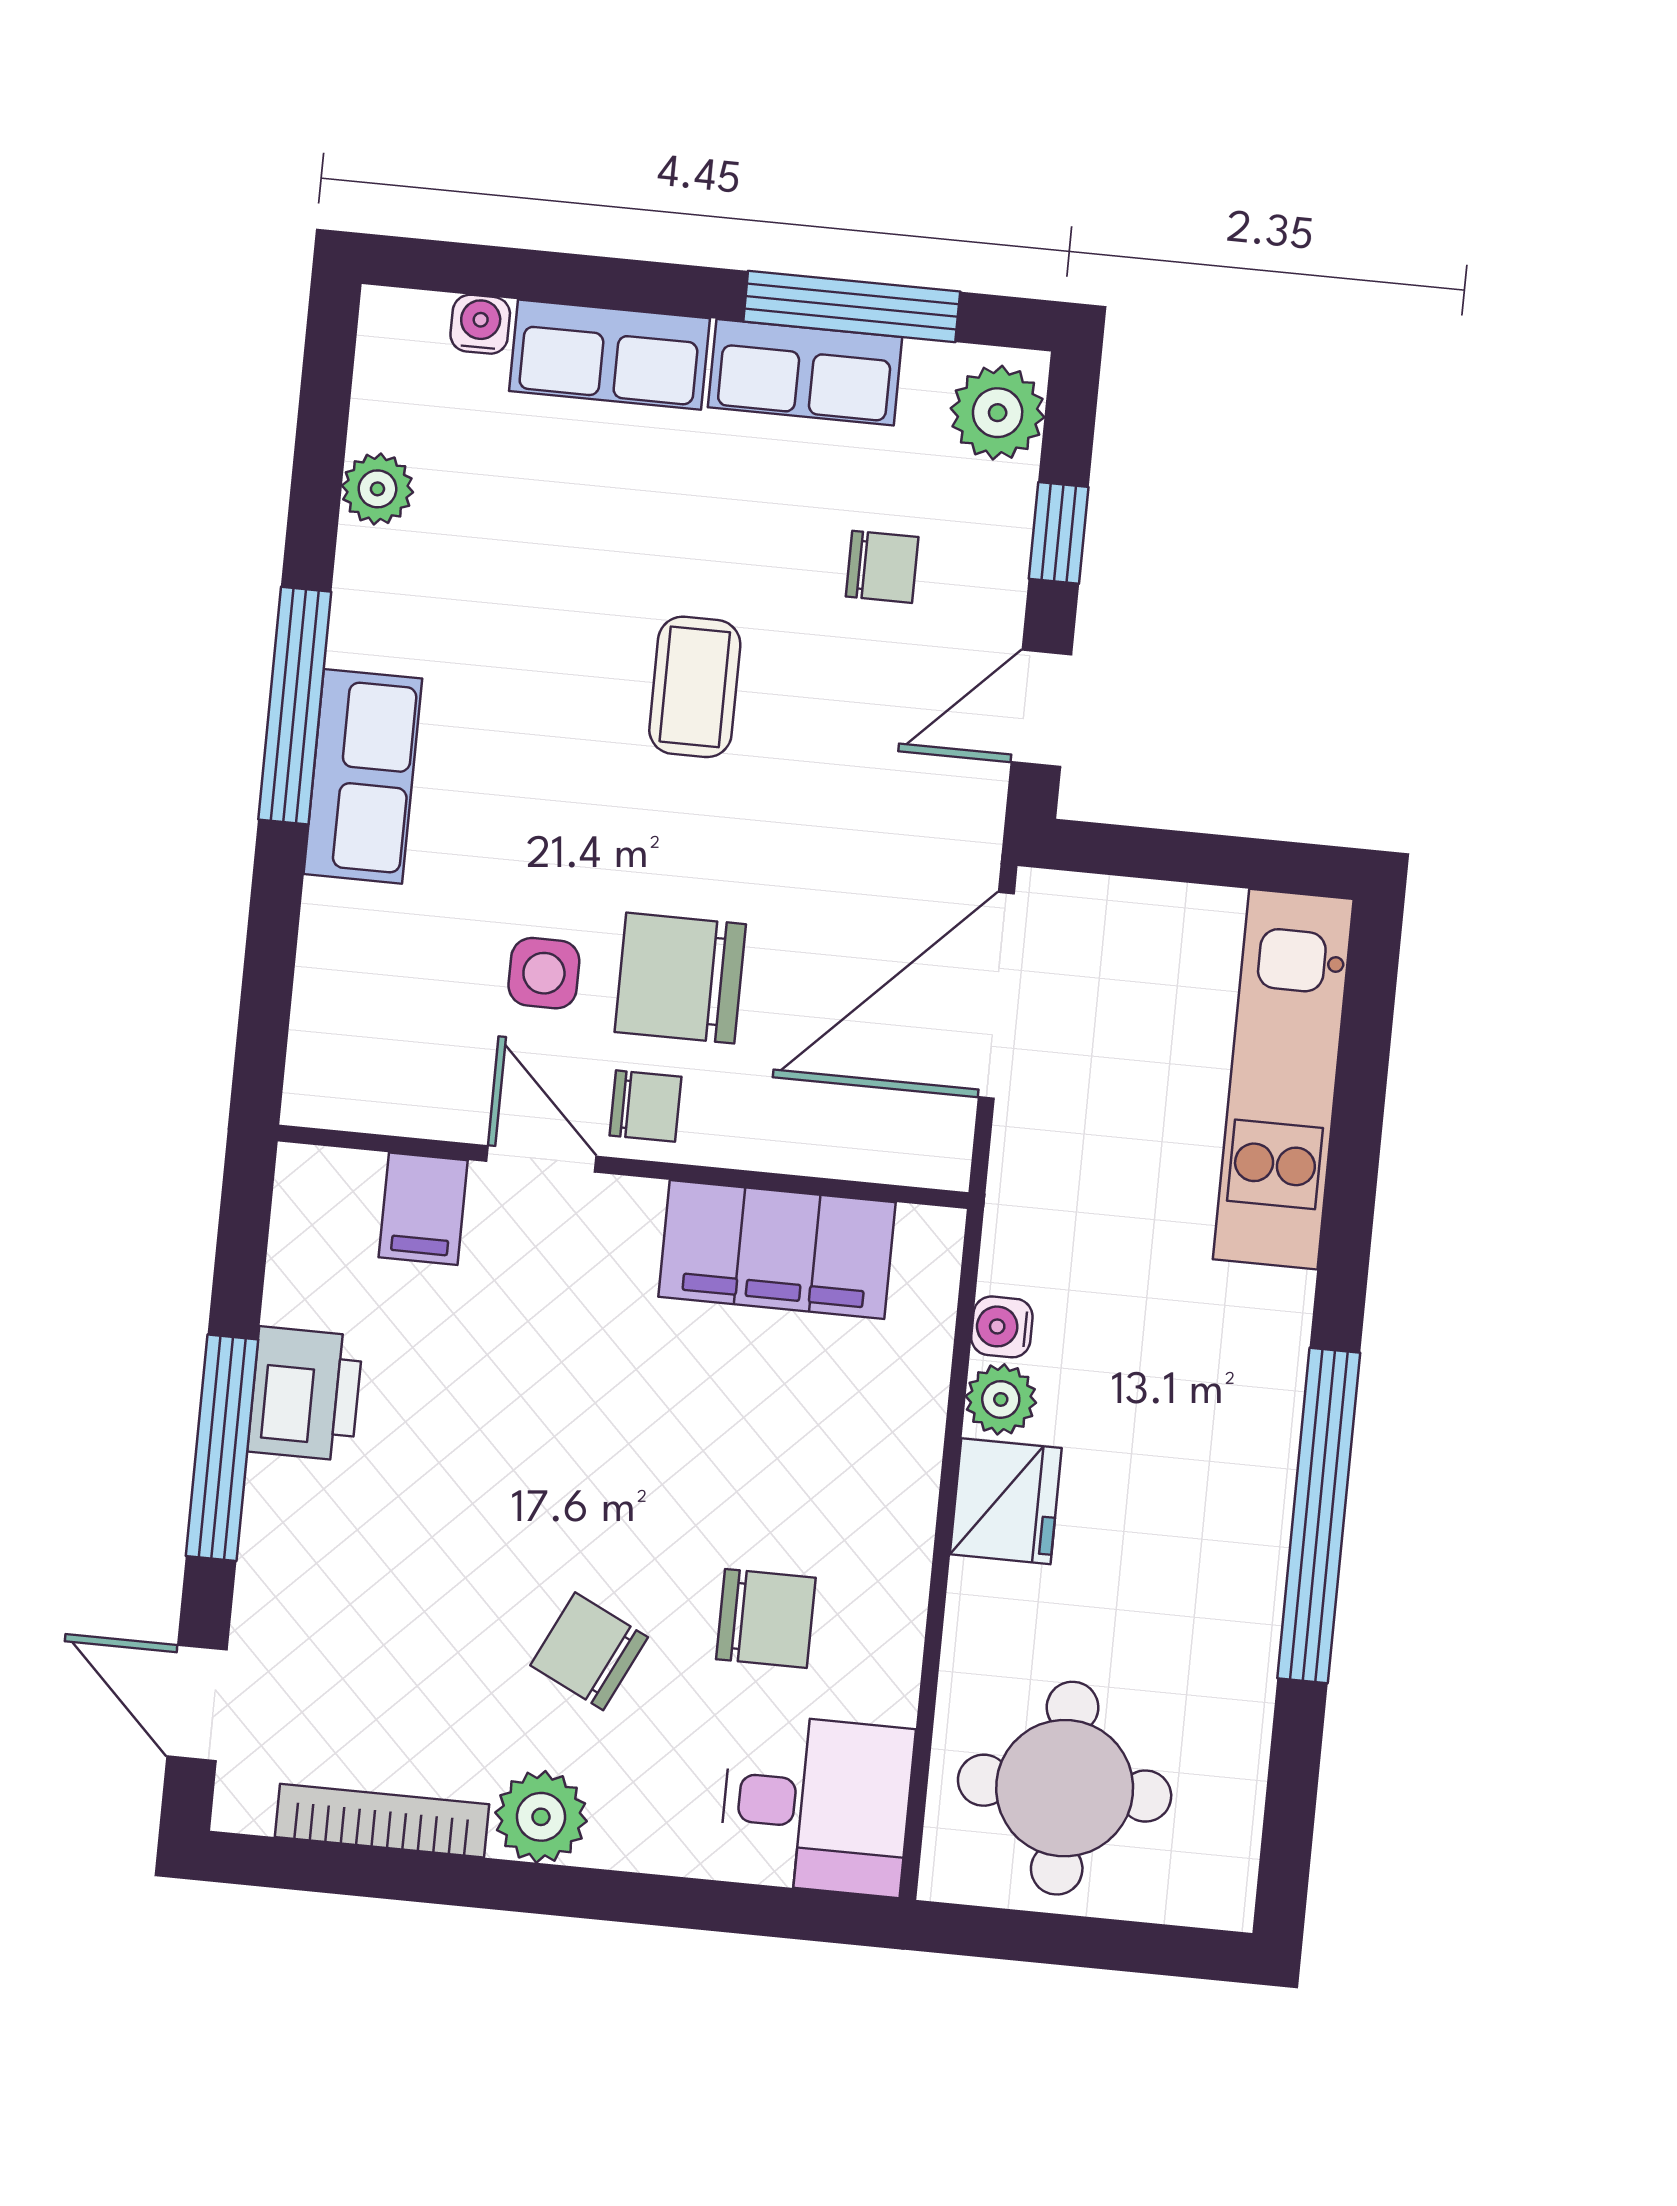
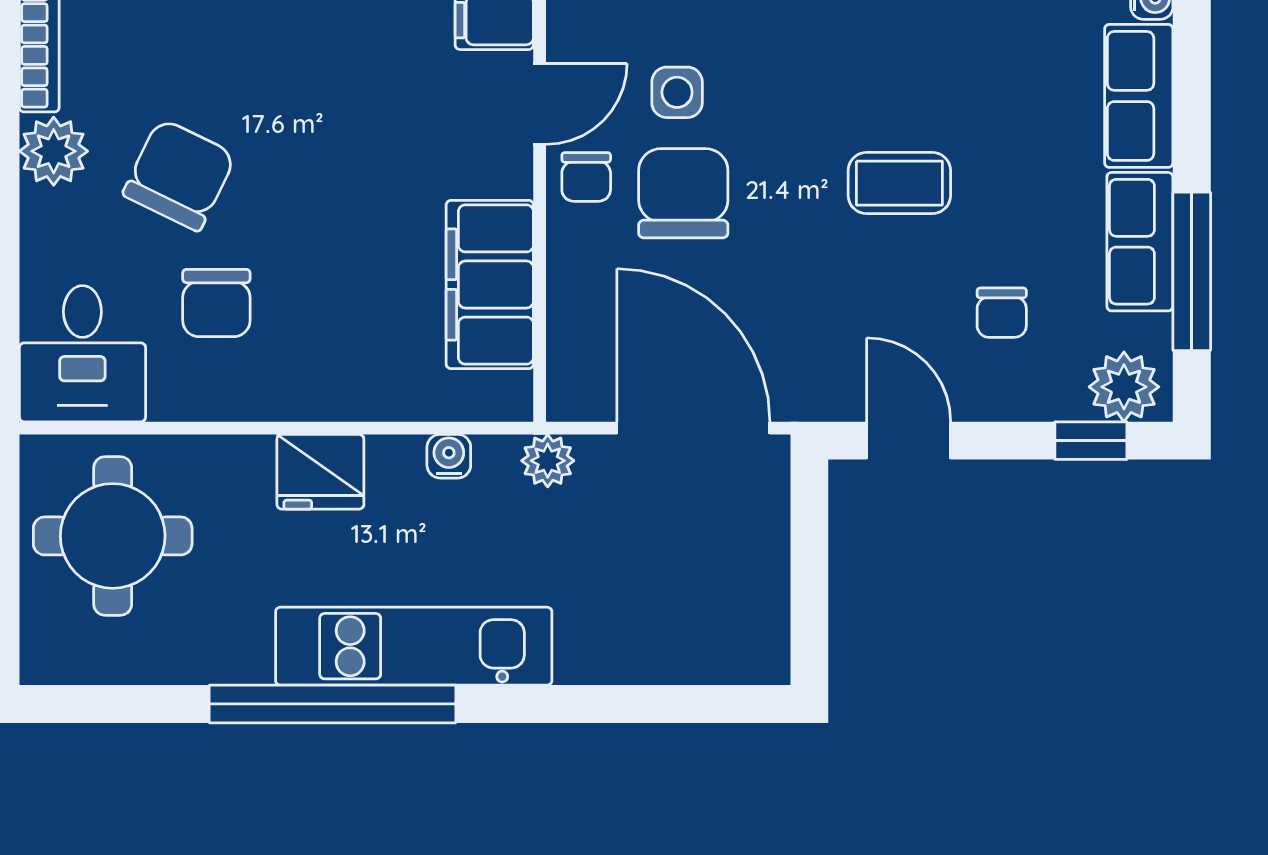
window: (1059, 533) -> (1091, 441), moved
kitchen unit: (1283, 1079) -> (414, 646), moved
plant: (1001, 1399) -> (548, 461), moved
chair: (589, 1651) -> (179, 175), width x1.37, depth x1.37

